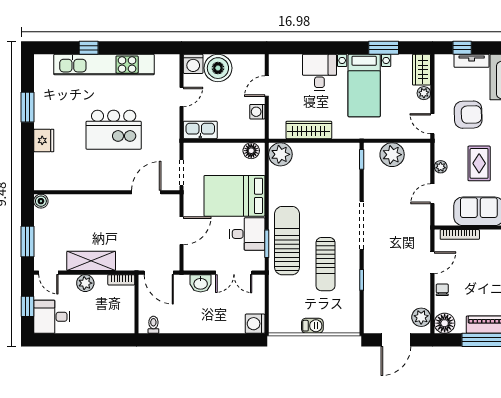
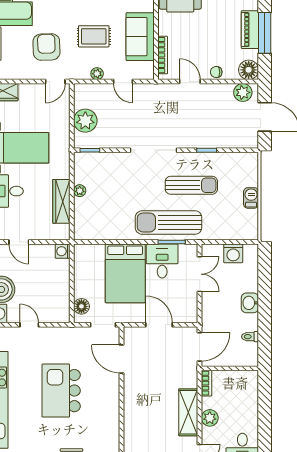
plant: (424, 93) -> (26, 90), removed
washing machine: (257, 112) -> (63, 251), moved, turned 90
kitchen island: (114, 130) -> (61, 391), turned 180
kitchen sink: (200, 130) -> (61, 307), removed
floor lamp: (251, 151) -> (81, 306), moved
plant: (280, 154) -> (80, 191), moved, width x0.53, depth x0.53
washbasin: (201, 283) -> (250, 303), moved, turned 180
washing machine: (255, 324) -> (233, 253), moved
toilet: (153, 325) -> (250, 337), moved

